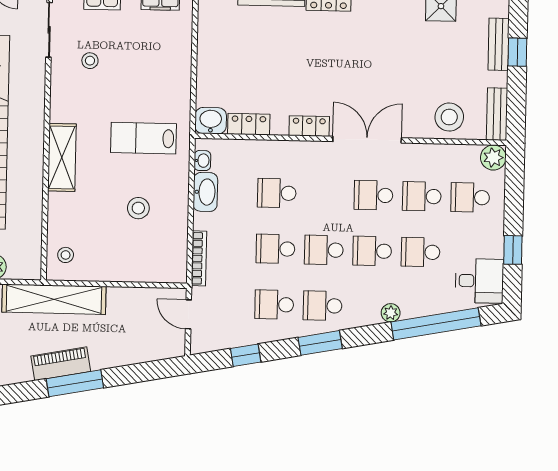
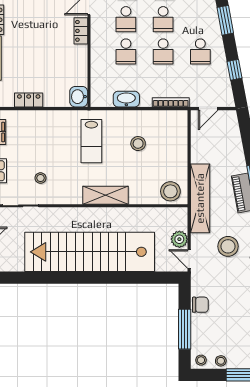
locker: (249, 124) -> (29, 100), moved, turned 90
washbasin: (202, 161) -> (105, 102), removed
stool: (66, 255) -> (170, 191), width x1.89, depth x1.89
school desk: (323, 306) -> (126, 19), moved

